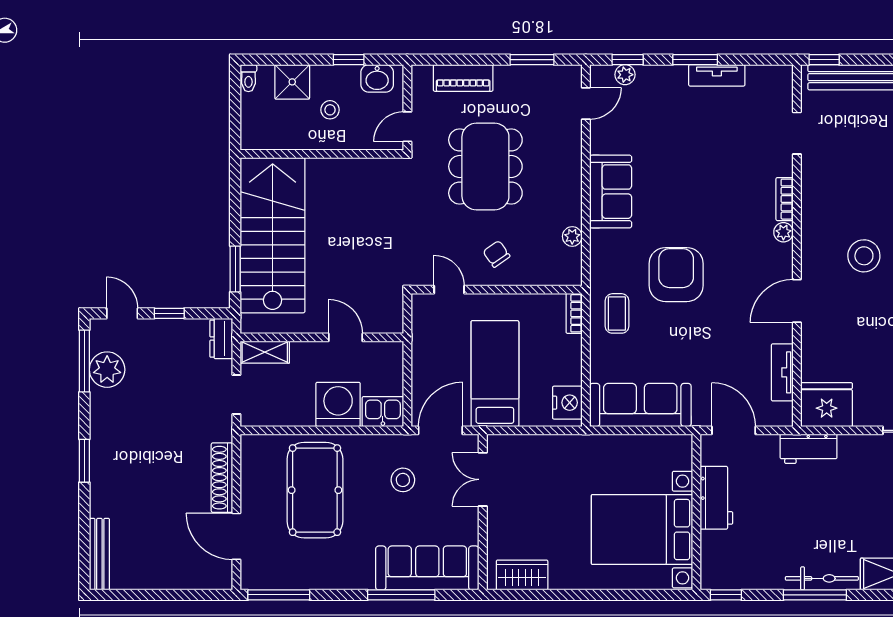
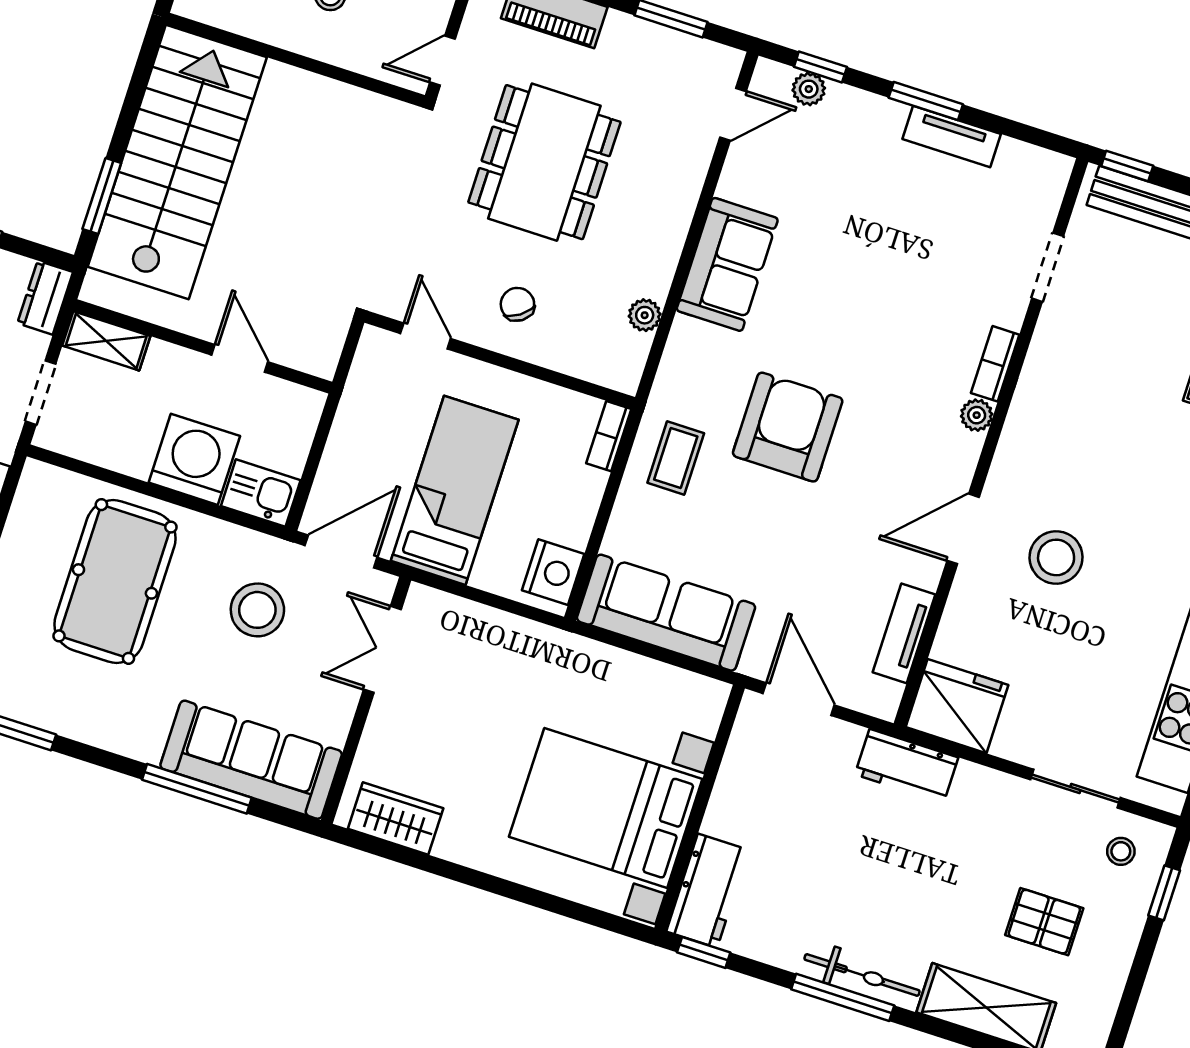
stool: (864, 256) -> (1056, 557), moved
stool: (403, 480) -> (257, 610), width x1.38, depth x1.38
workbench: (716, 498) -> (707, 891), moved

